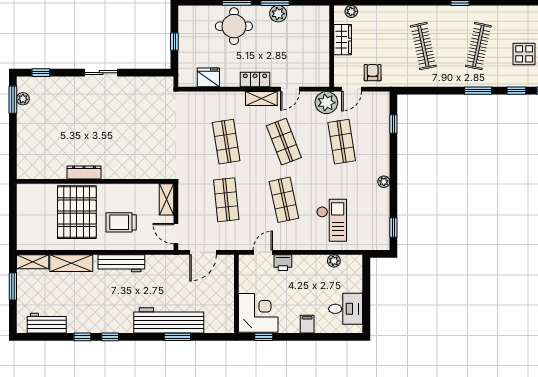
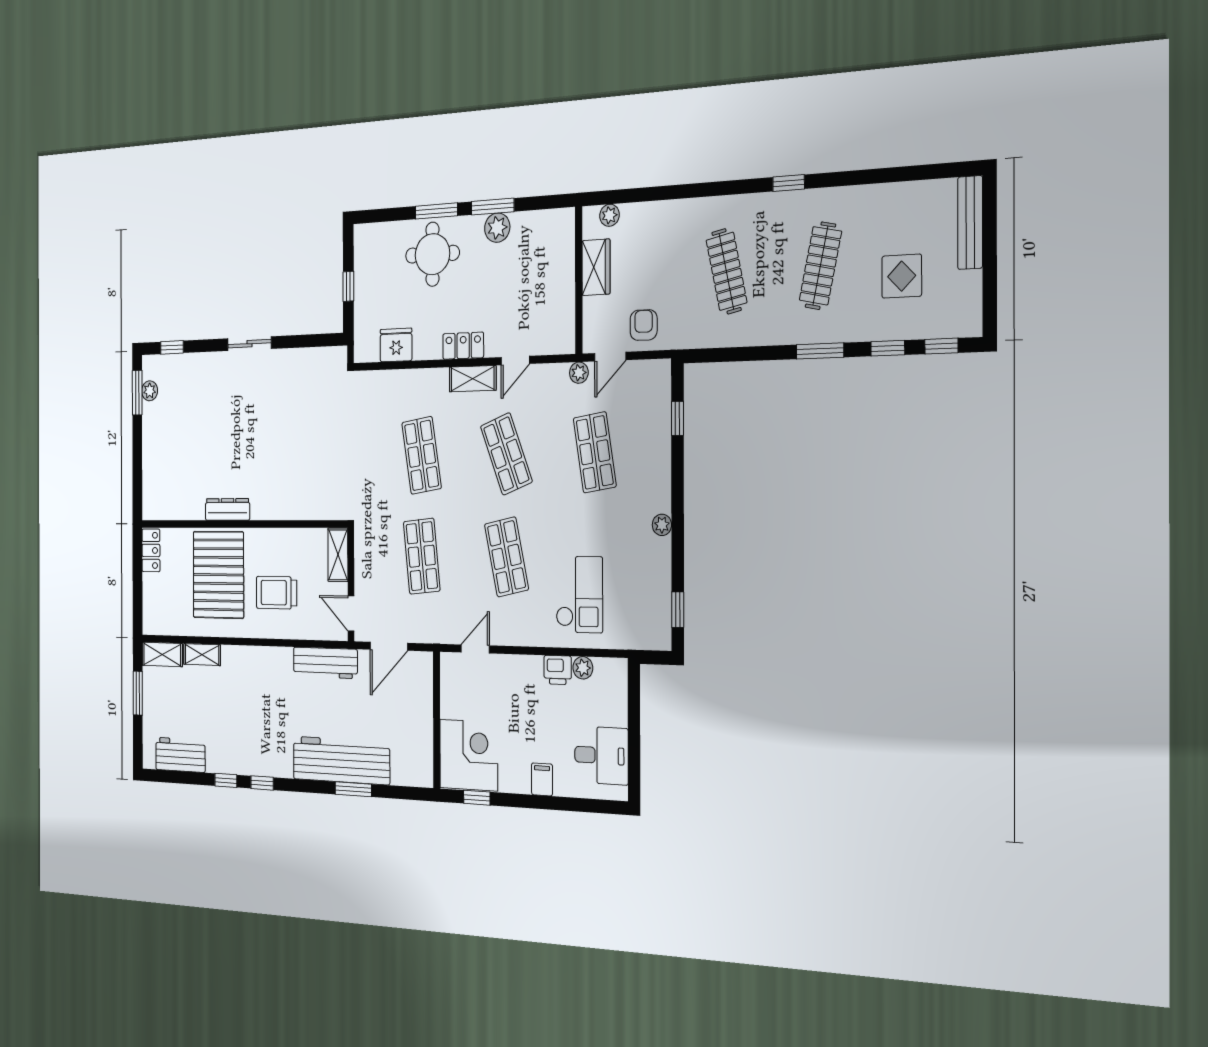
plant: (326, 103) -> (579, 373), width x0.53, depth x0.53
locker: (24, 198) -> (151, 550), added
shelving: (71, 263) -> (202, 655), width x0.67, depth x0.75
workbench: (121, 263) -> (325, 663), moved
printer: (283, 263) -> (558, 670), moved

